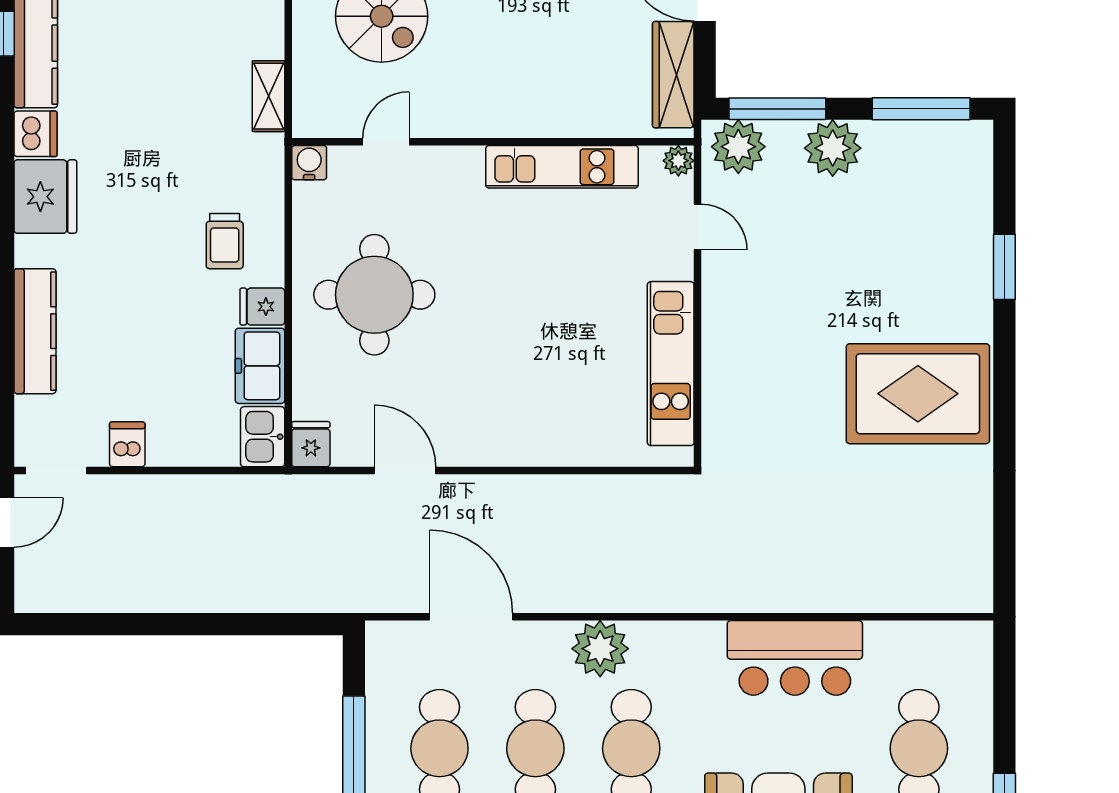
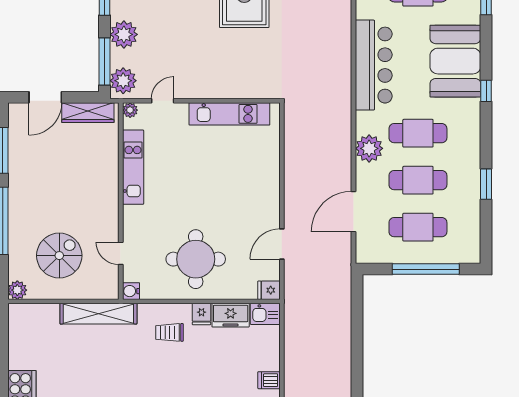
shelving: (268, 96) -> (98, 314), width x2.20, depth x1.33
trolley: (225, 241) -> (169, 332), turned 180
bar counter: (795, 658) -> (374, 65), width x1.36

